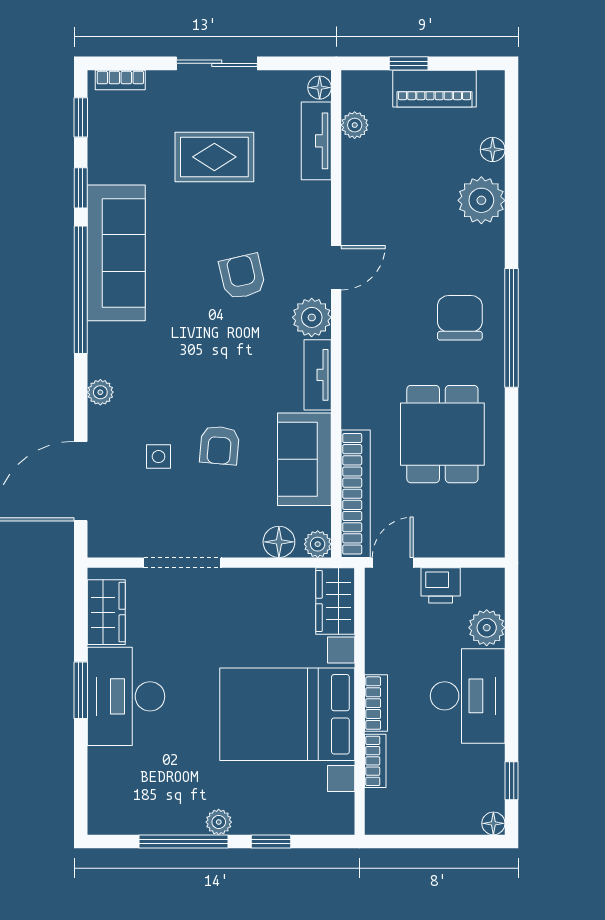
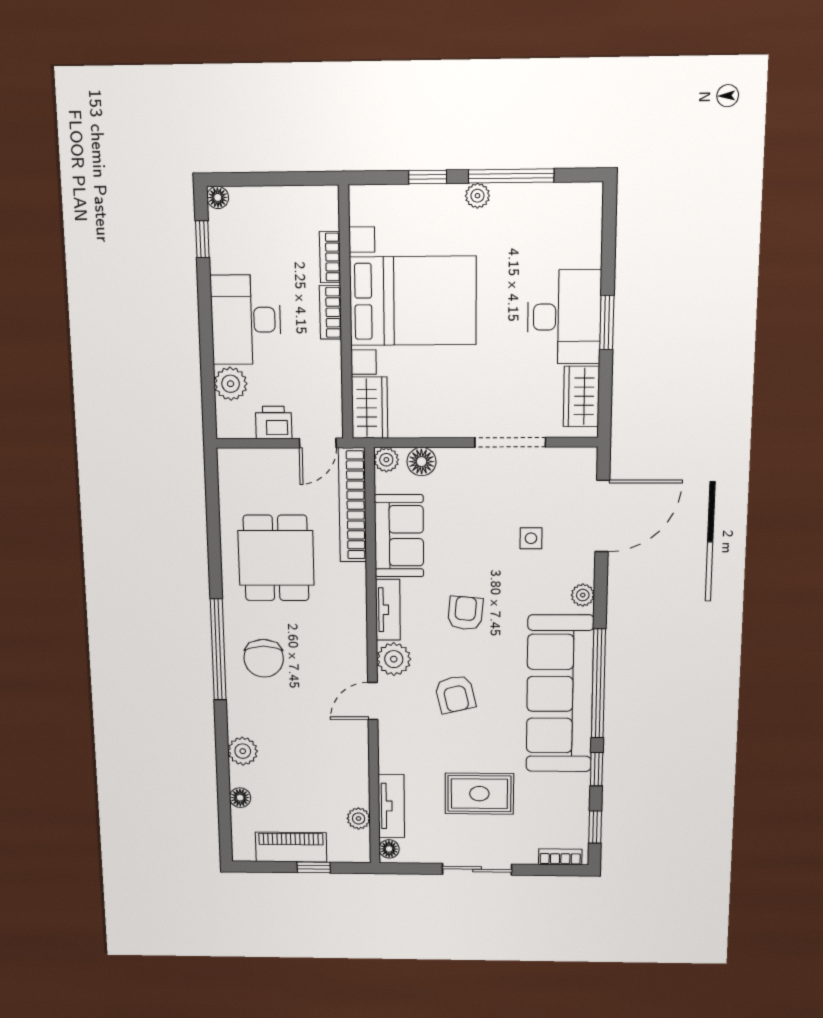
plant: (481, 200) -> (243, 751), width x0.73, depth x0.73
sofa: (116, 253) -> (560, 694), width x1.36, depth x1.27
armchair: (219, 445) -> (465, 613), moved

